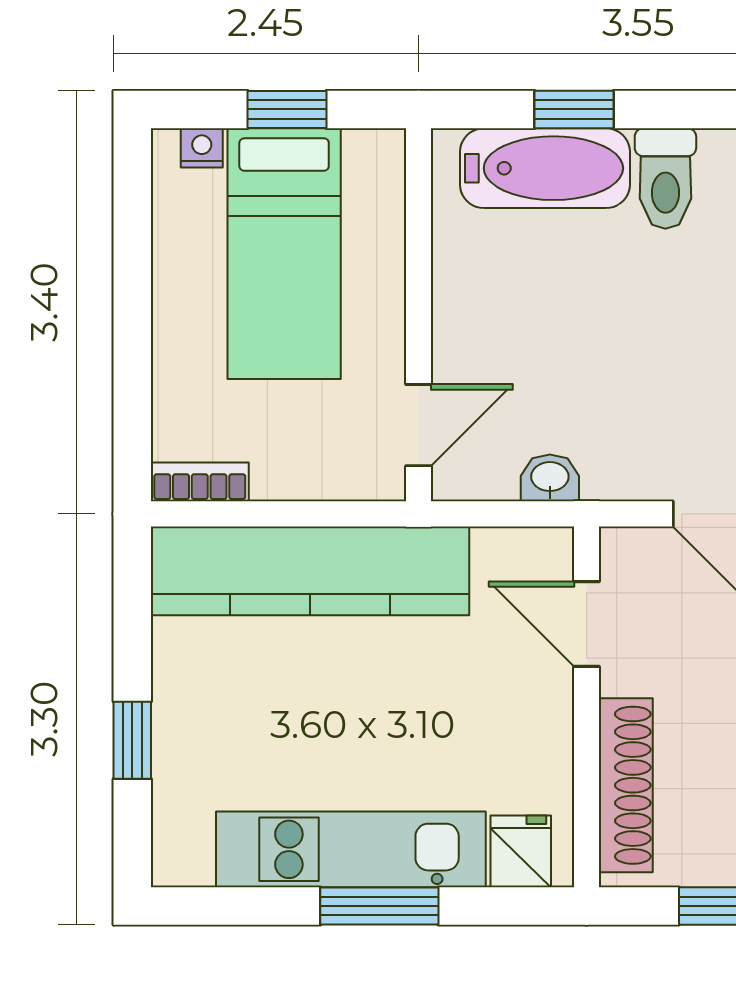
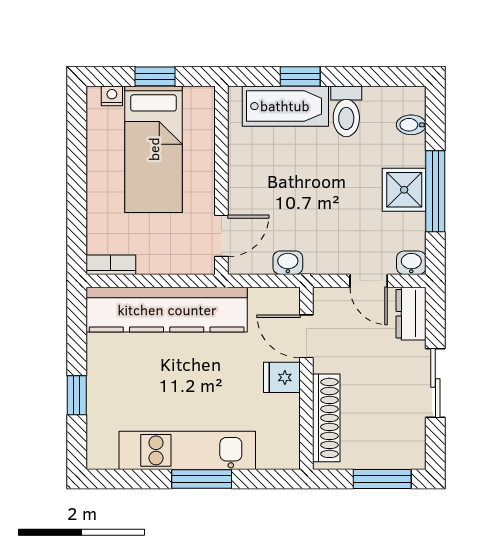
fridge: (521, 851) -> (282, 377), moved, turned -90

